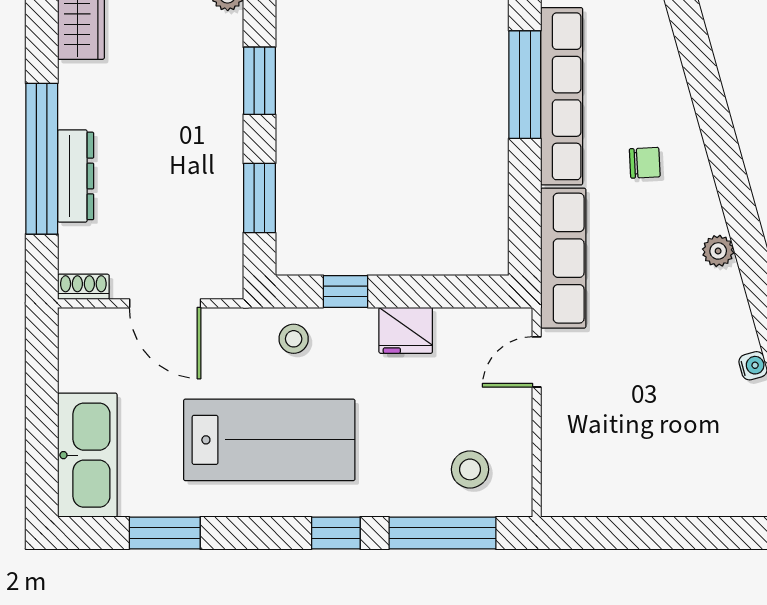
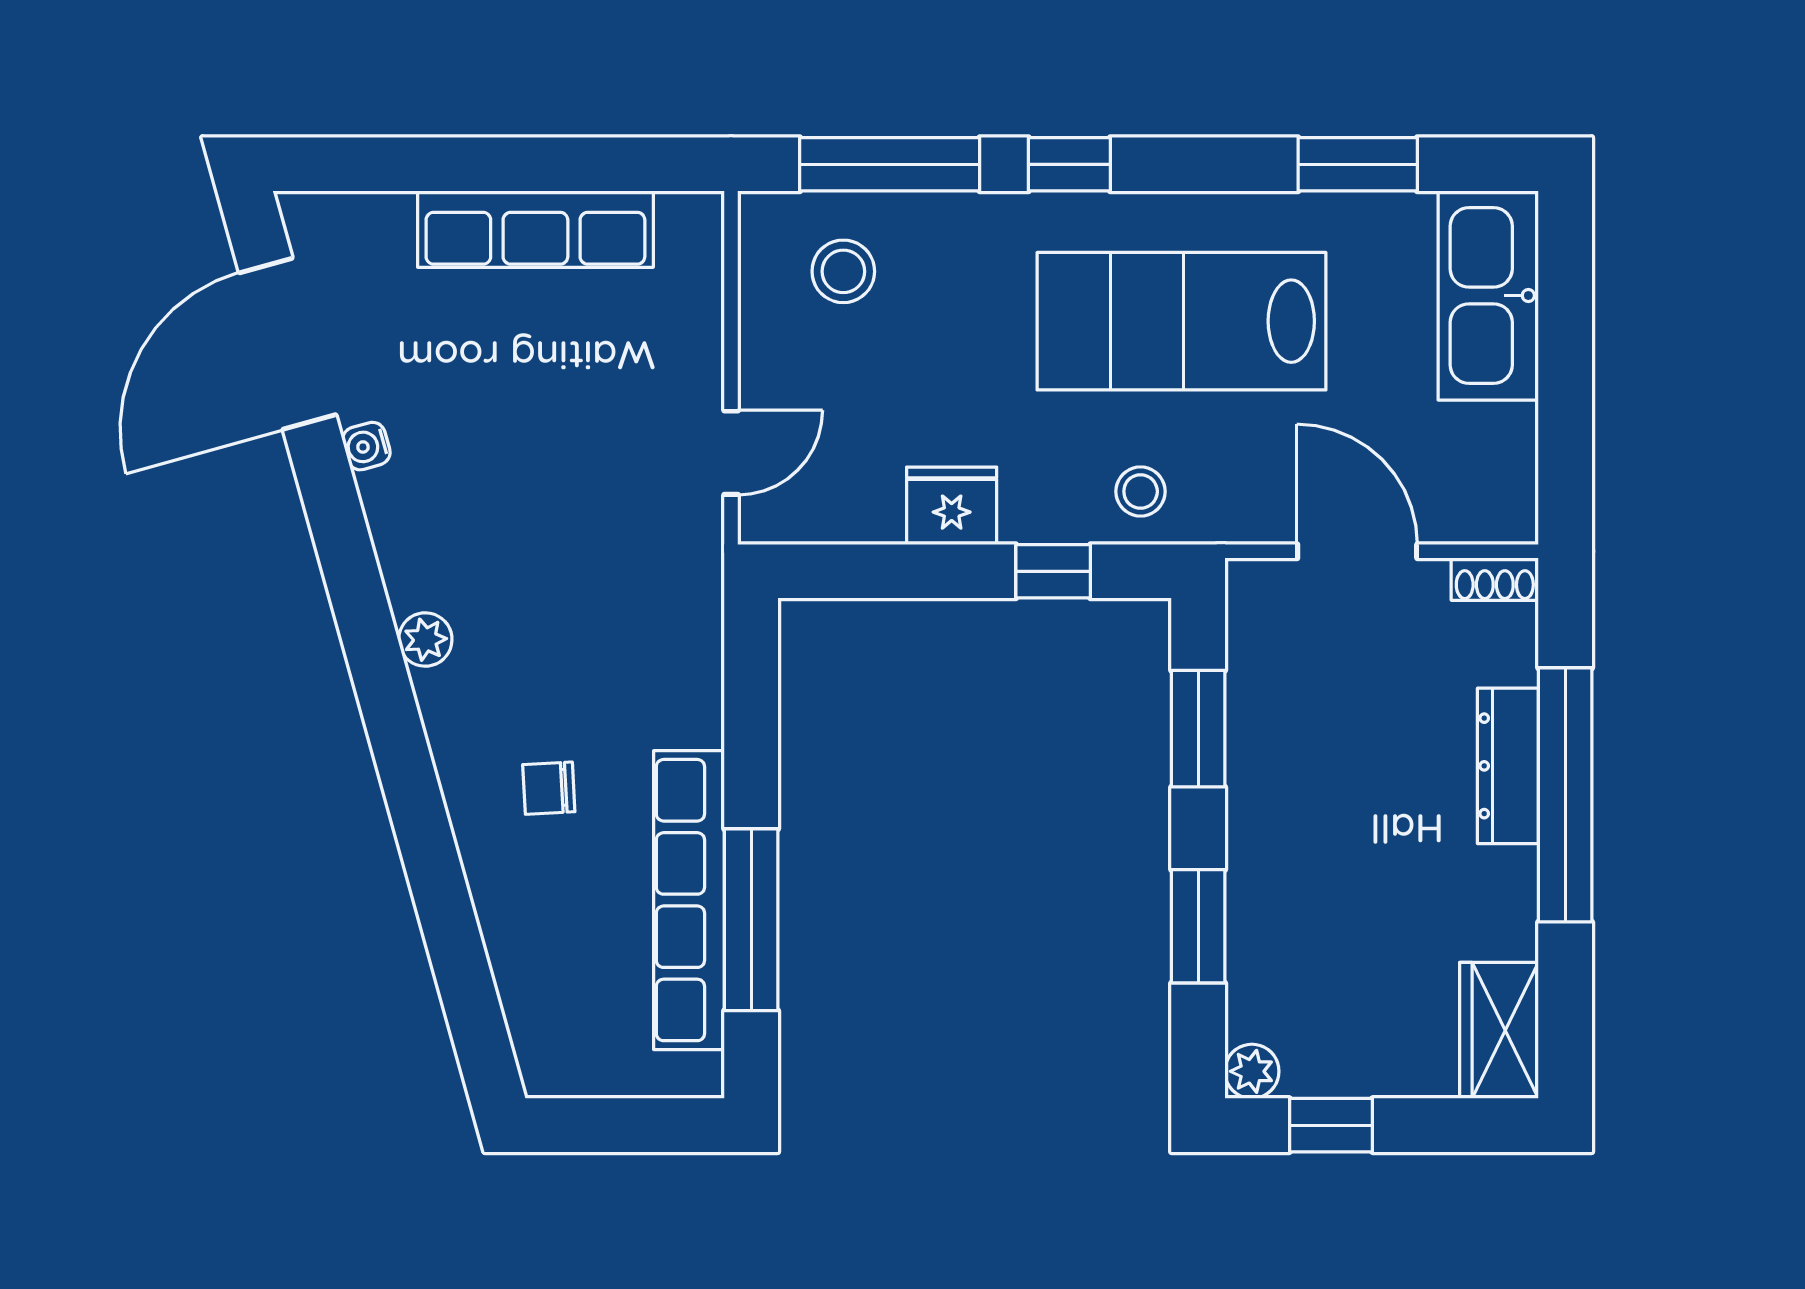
row of seats: (563, 258) -> (535, 229), moved, turned -90

